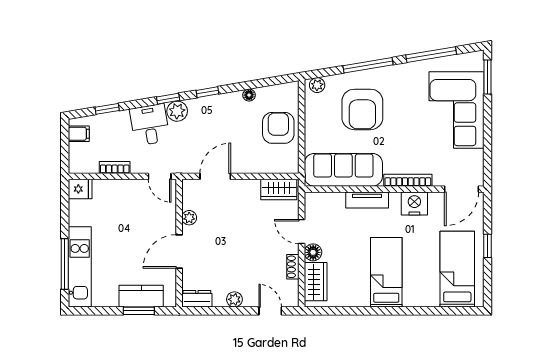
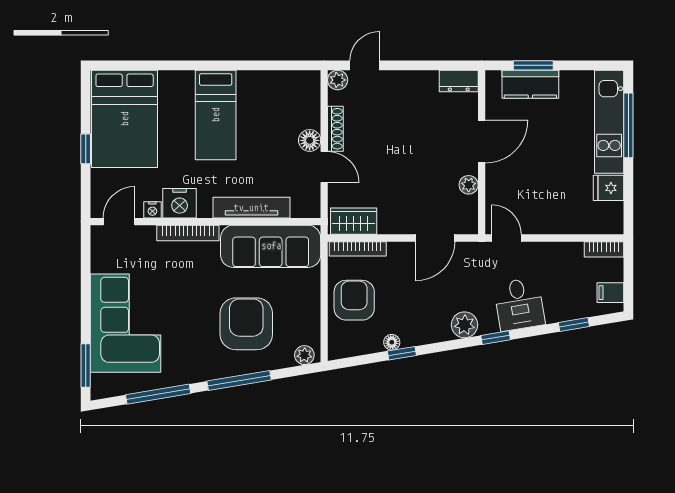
window: (207, 92) -> (402, 353), moved
plant: (177, 111) -> (464, 325), moved
armchair: (278, 128) -> (354, 300), turned 180
bookcase: (115, 167) -> (604, 249), moved
bookcase: (276, 168) -> (358, 249), added
fridge: (80, 189) -> (609, 188), moved
door: (462, 189) -> (119, 222), width x0.73
nightstand: (435, 198) -> (152, 210), added
tv unit: (367, 200) -> (251, 208), width x1.41
shoe rack: (293, 267) -> (335, 129), width x1.43
bed: (457, 269) -> (125, 119), width x1.50
wardrobe: (316, 282) -> (306, 103), removed
plant: (234, 299) -> (338, 80), moved
door: (270, 311) -> (365, 65), swing flipped

